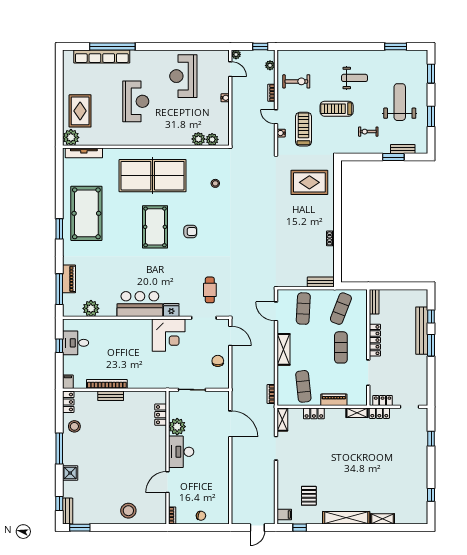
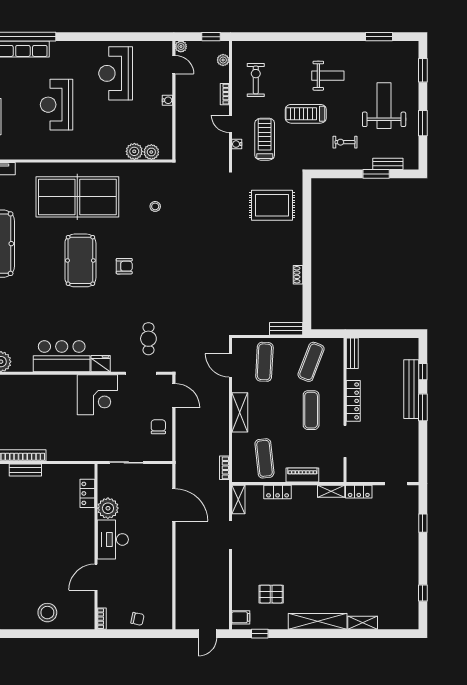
exercise bike: (296, 81) -> (256, 80), turned -90
reception desk: (136, 101) -> (56, 105), turned 180
locker: (383, 400) -> (363, 476), removed
pallet: (309, 496) -> (271, 594), turned 90

